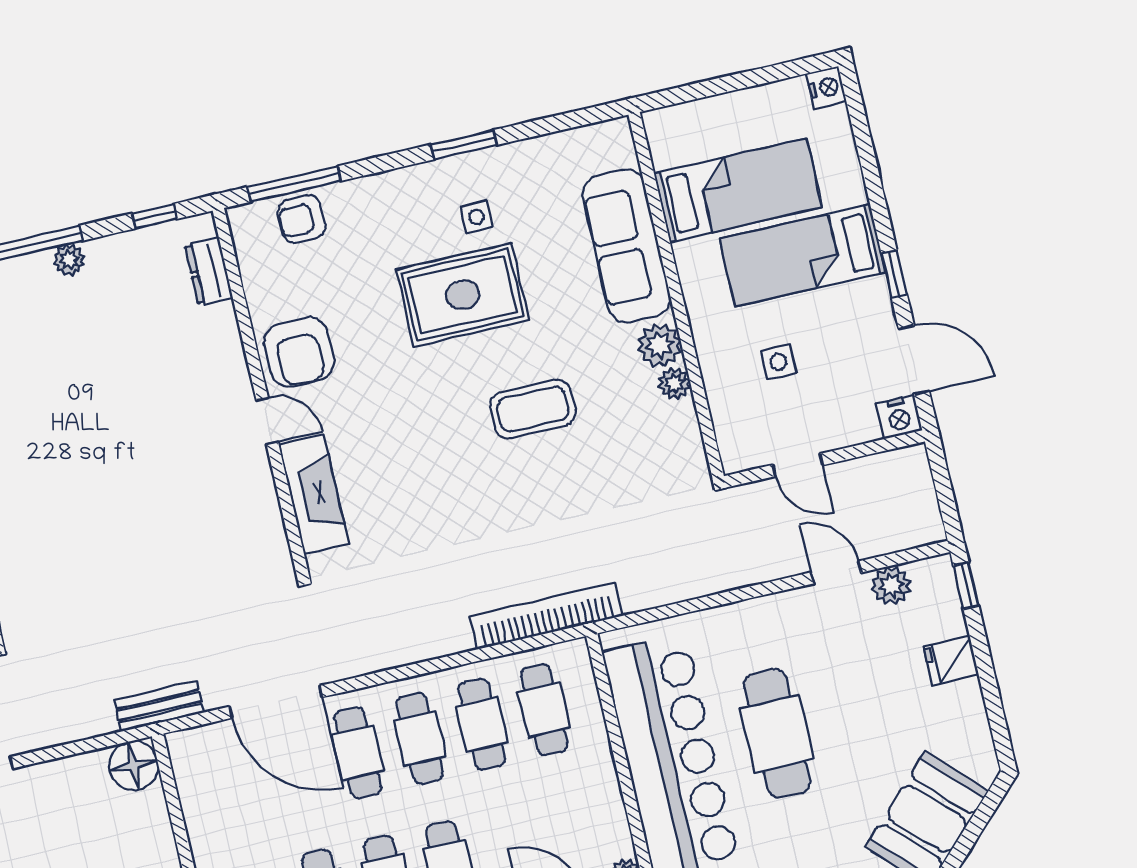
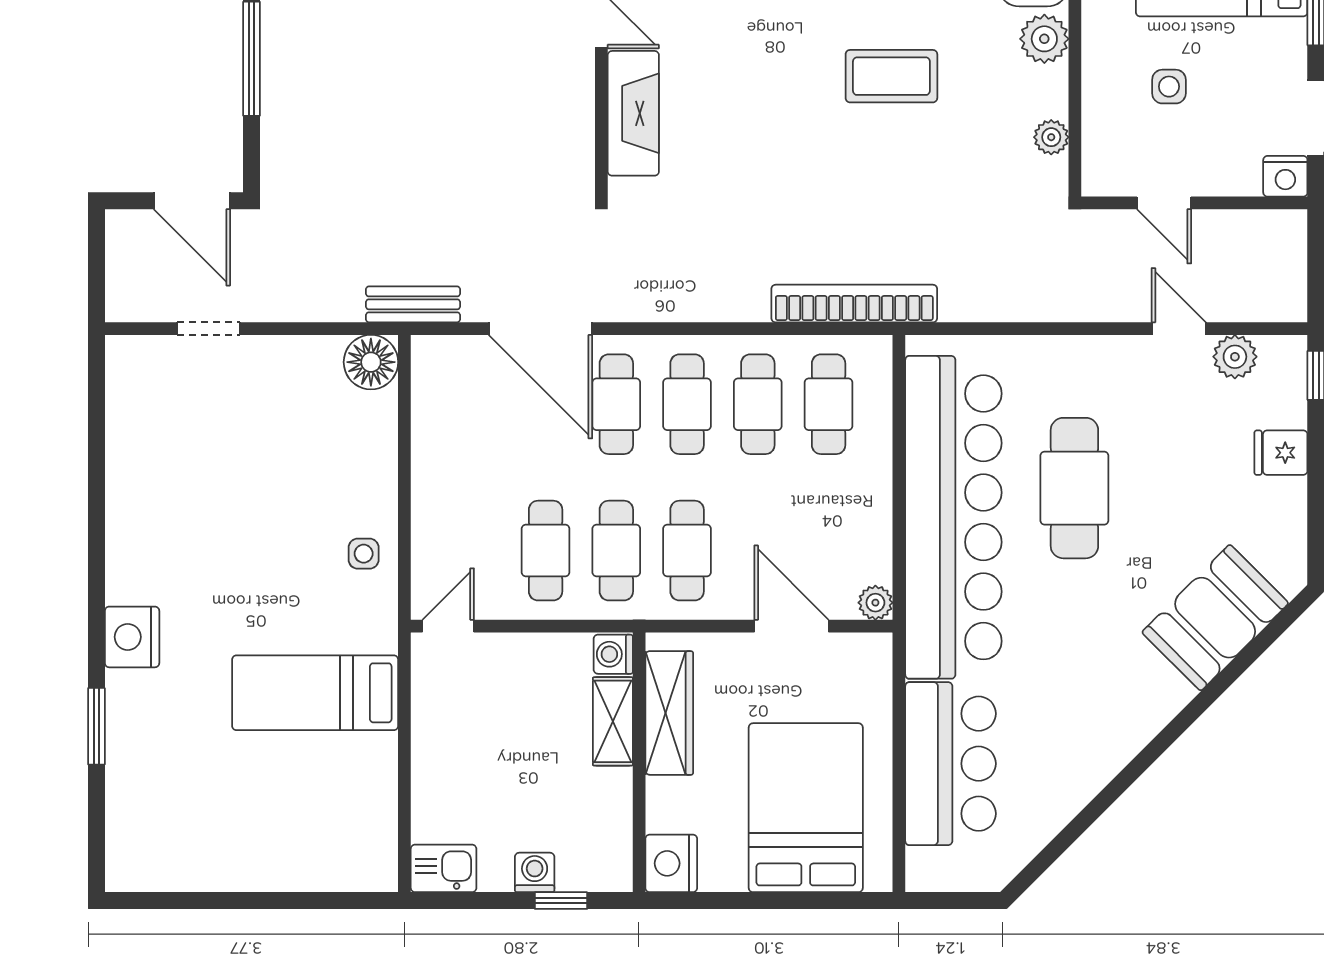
plant: (675, 383) -> (1051, 137), moved

